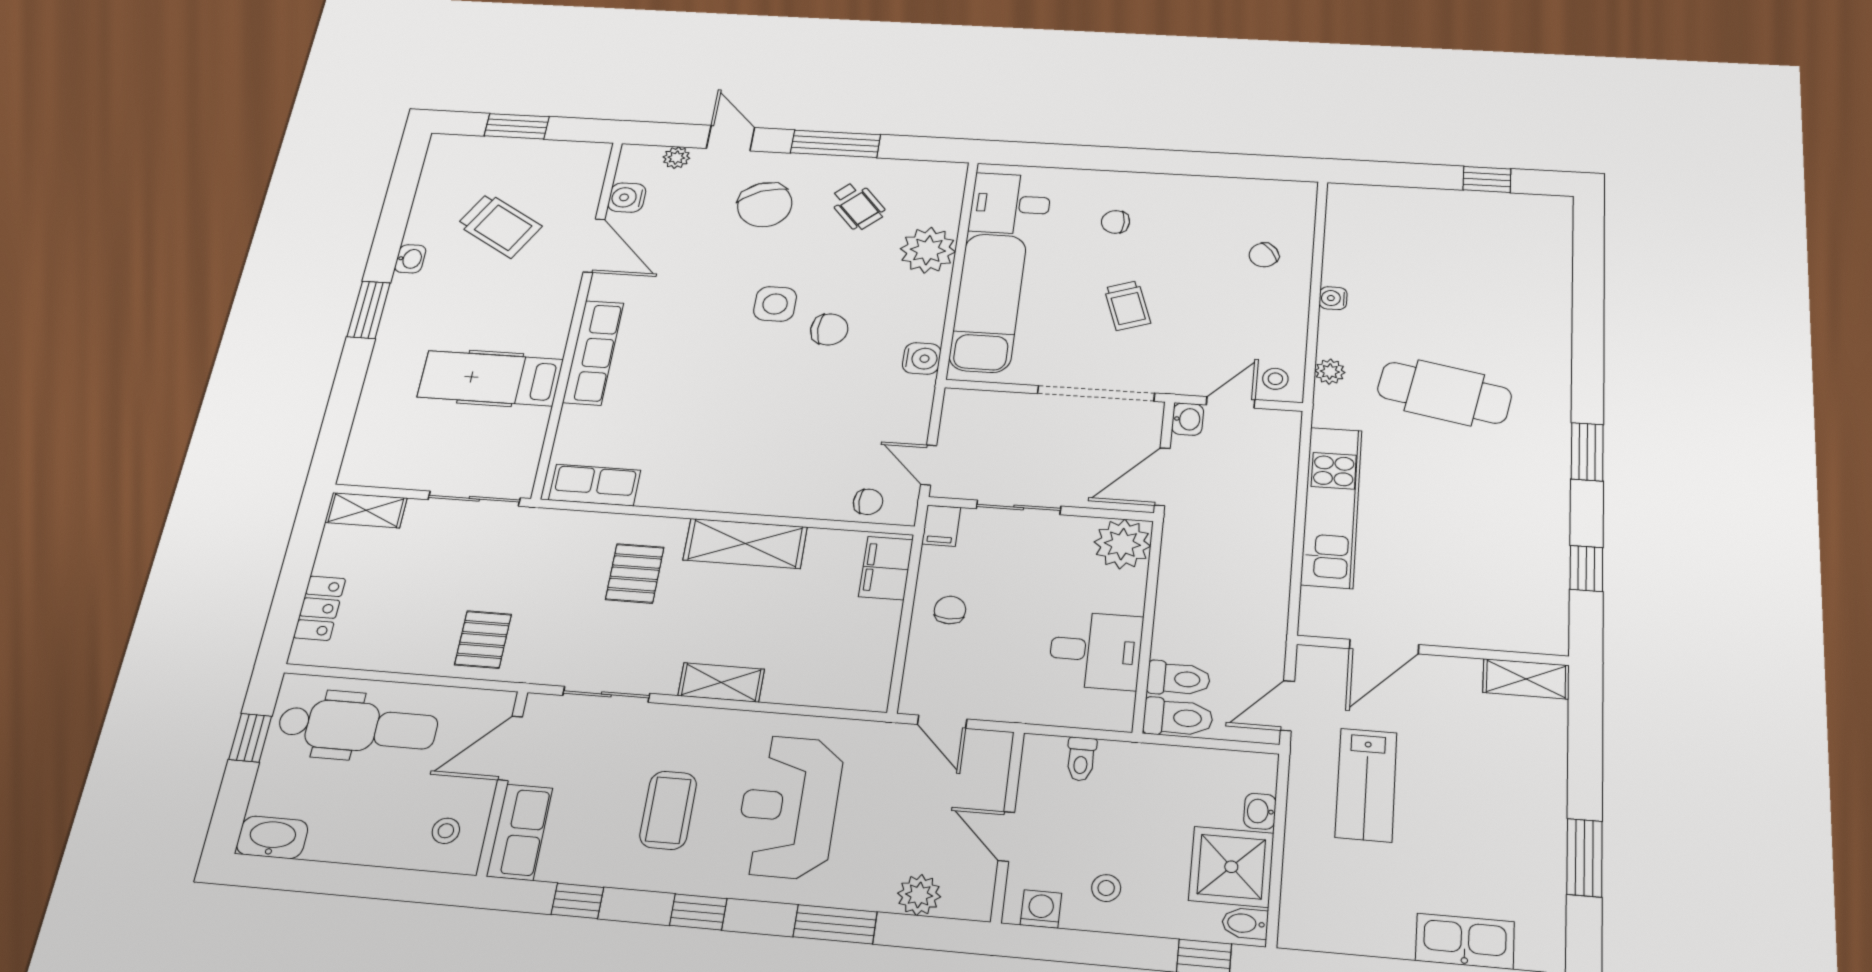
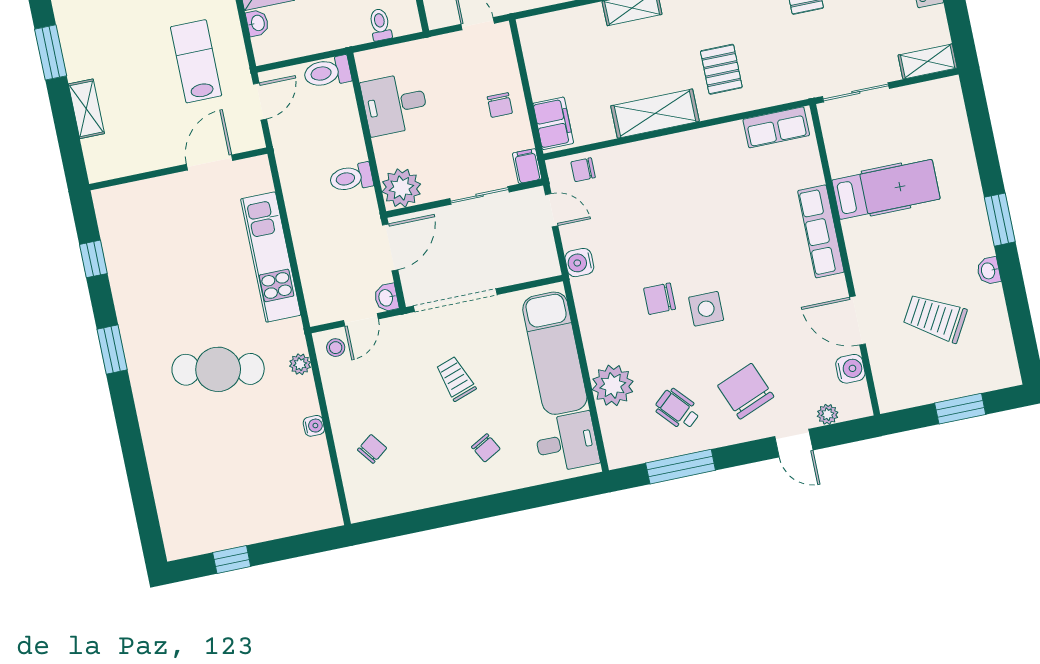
window: (835, 144) -> (681, 467), moved
chair: (1115, 222) -> (486, 448), turned 61
water cooler: (922, 358) -> (579, 263), moved
toilet: (1179, 679) -> (351, 178), moved
shelving: (1526, 679) -> (86, 109), moved, turned 90

